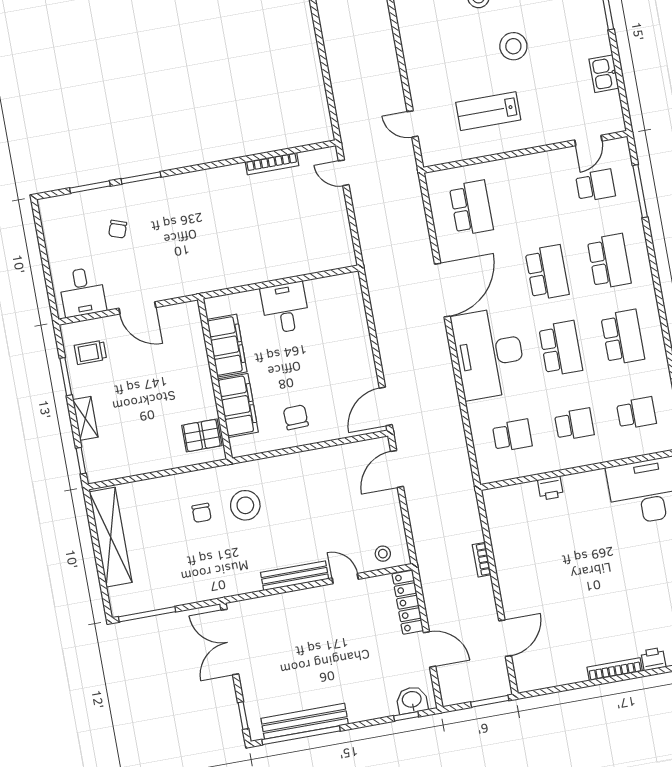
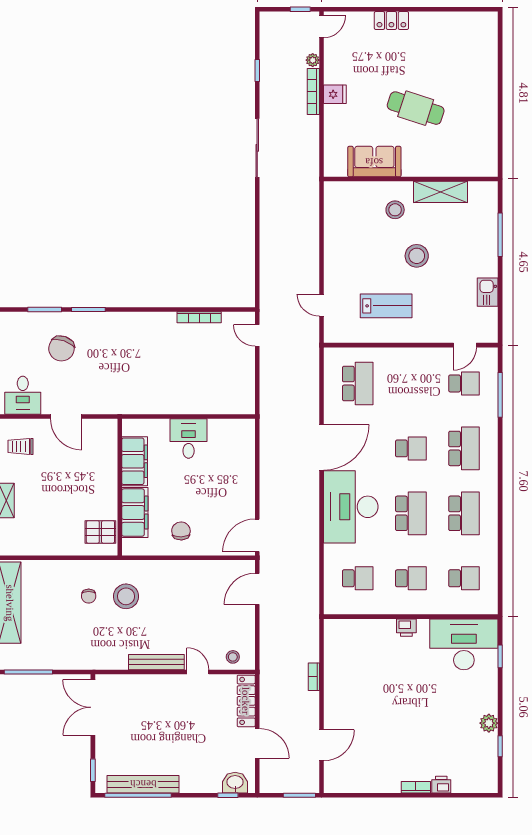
lab bench: (488, 111) -> (386, 306), turned 180
chair: (118, 229) -> (61, 348), width x1.87, depth x1.87
school desk: (547, 273) -> (411, 448), width x0.54
printer: (550, 488) -> (406, 628), moved
bookcase: (615, 669) -> (416, 787), width x0.64

